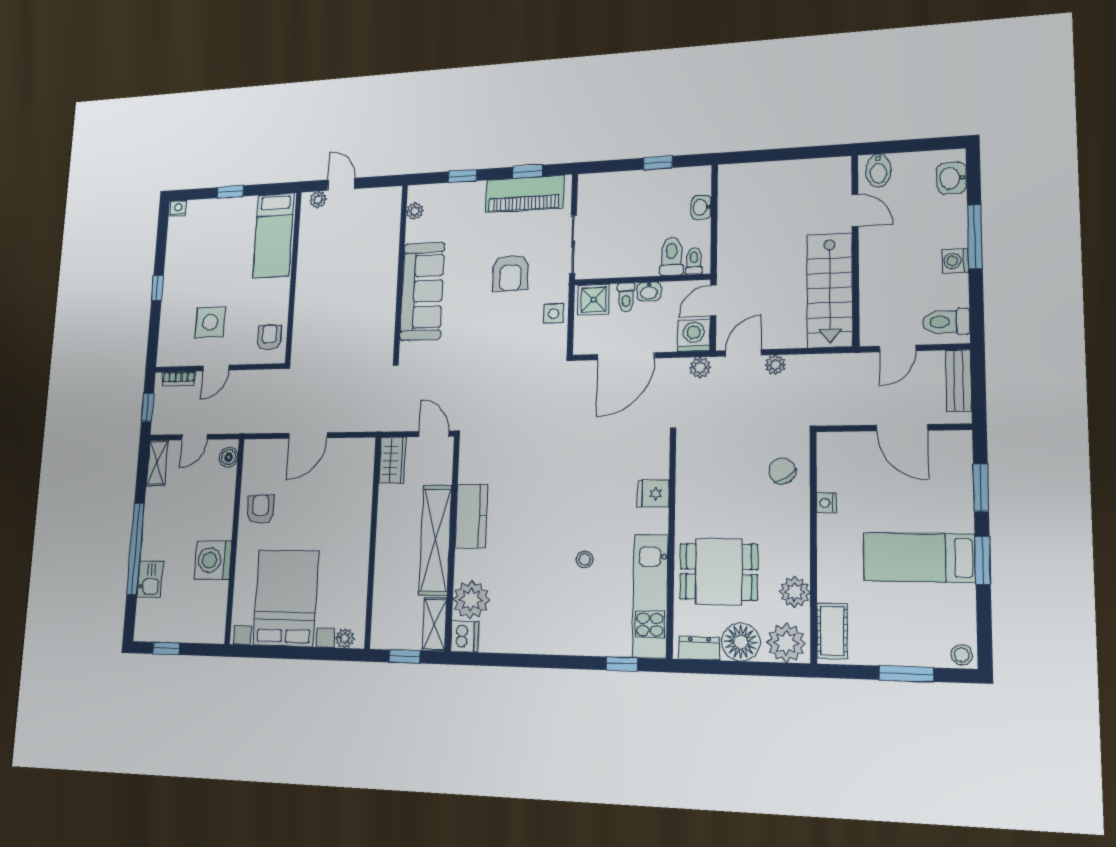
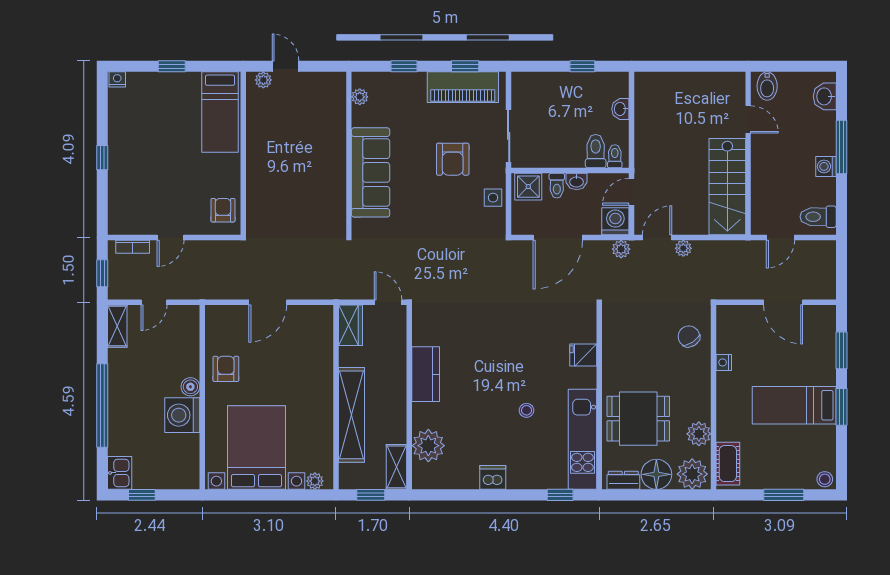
side table: (210, 322) -> (161, 193), removed
bench: (959, 380) -> (827, 265), removed
boiler: (229, 457) -> (190, 387), moved
shelving: (435, 540) -> (352, 415), moved
kitchen sink: (150, 579) -> (120, 473), moved
dishwasher: (465, 637) -> (493, 477), moved, turned -90

